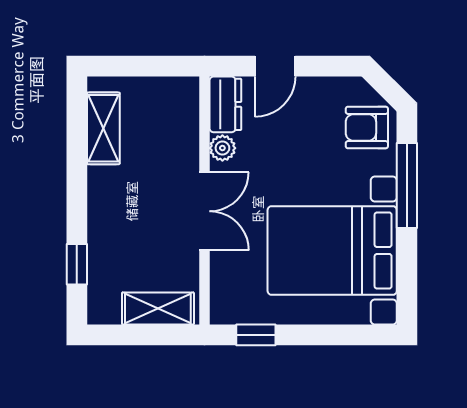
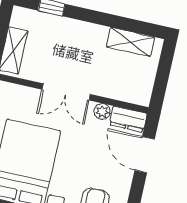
door: (275, 66) -> (145, 155), width x1.37

